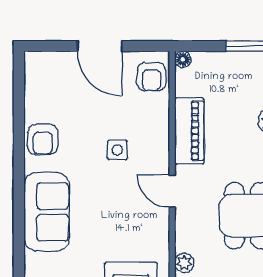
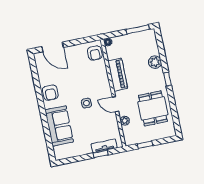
door: (100, 46) -> (53, 47), moved
side table: (117, 150) -> (86, 103), moved
plant: (184, 263) -> (125, 121), moved

